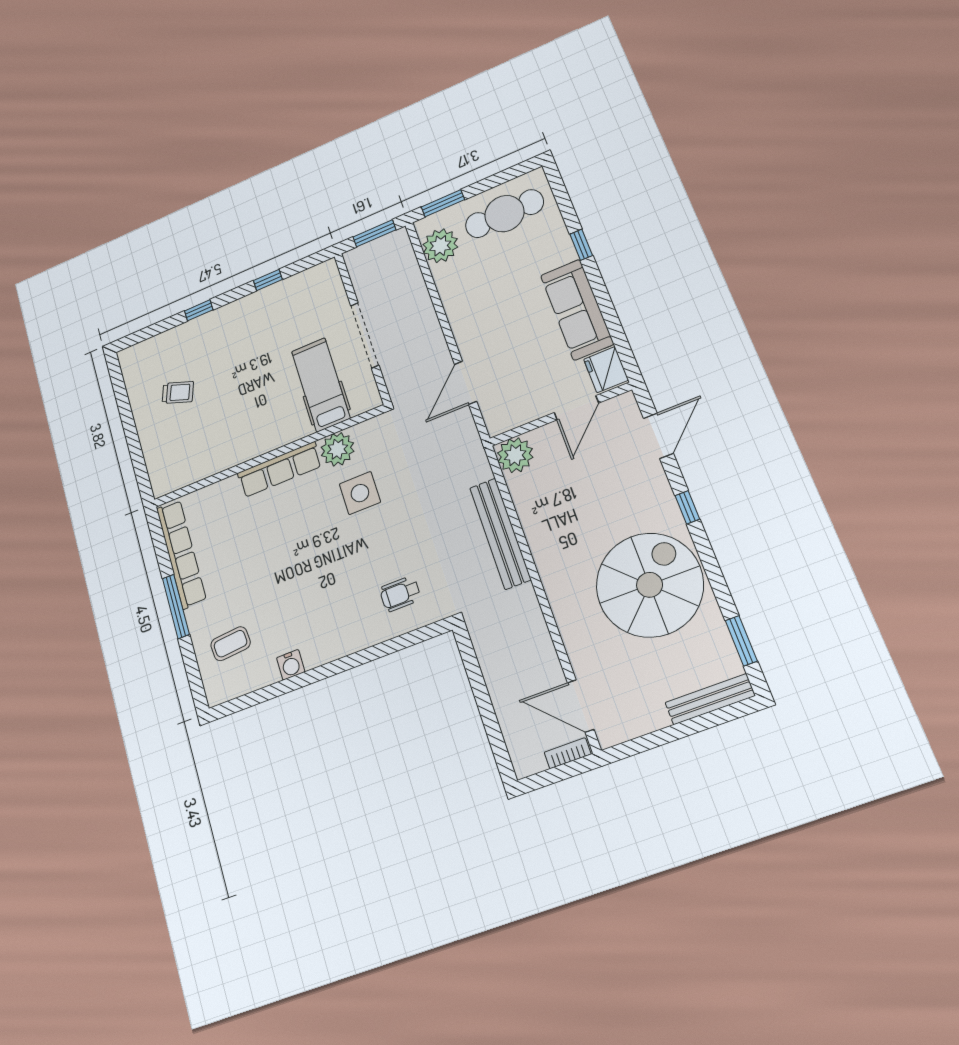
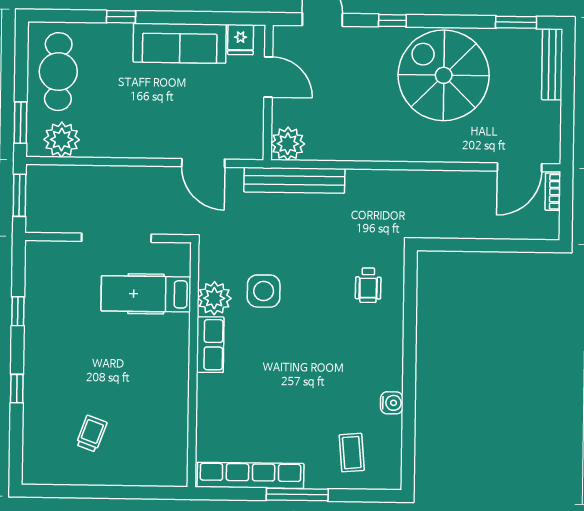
fridge: (606, 370) -> (241, 40), width x0.72
row of seats: (279, 469) -> (210, 345), width x0.68
bench: (500, 533) -> (294, 180), moved

